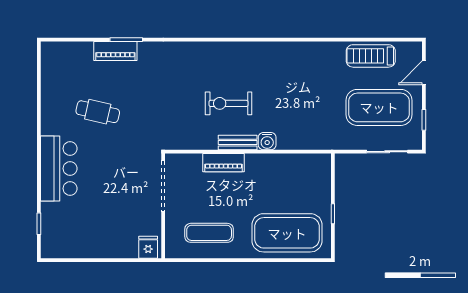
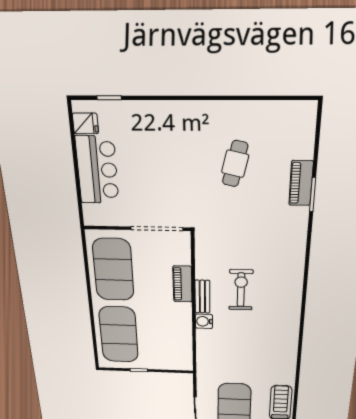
bar counter: (59, 168) -> (97, 170), moved, turned -90
exercise mat: (209, 233) -> (113, 270), width x2.00, depth x1.45
fridge: (148, 247) -> (85, 123), moved

